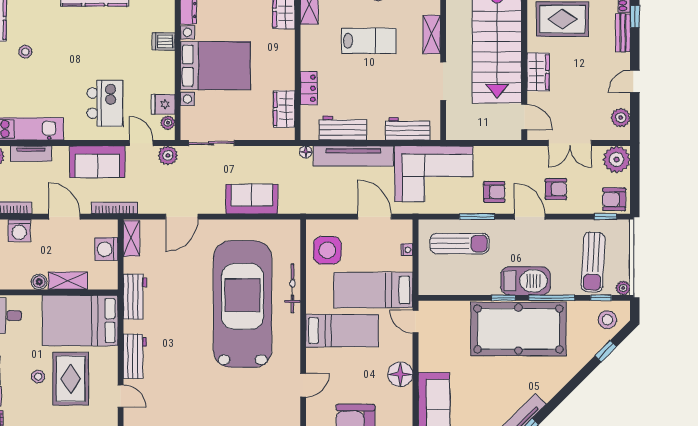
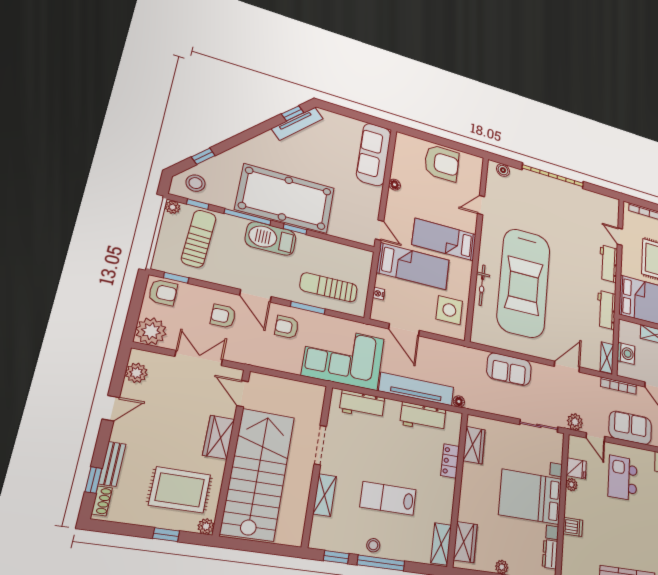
plant: (168, 123) -> (571, 485), moved
floor lamp: (400, 374) -> (395, 185), width x0.53, depth x0.53

